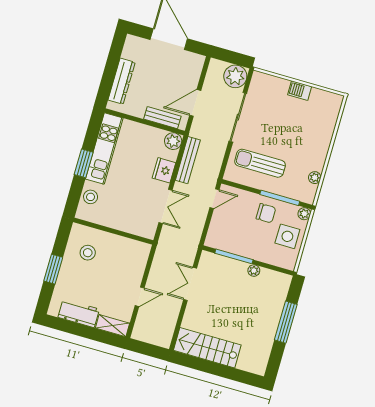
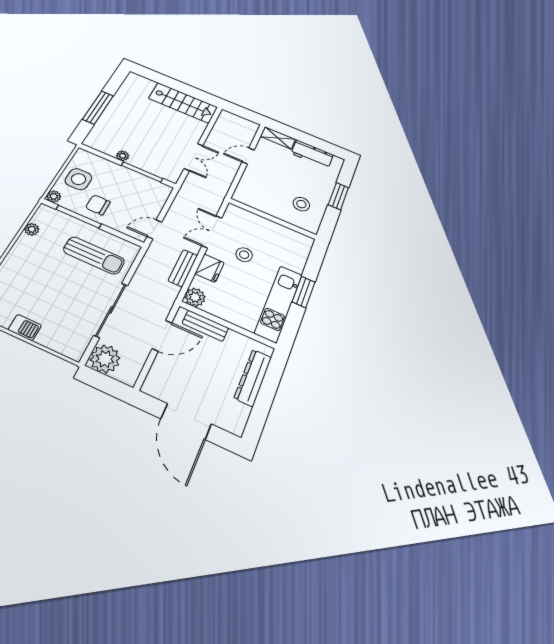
bench: (188, 160) -> (183, 268), width x0.73
stool: (91, 197) -> (244, 255), moved

